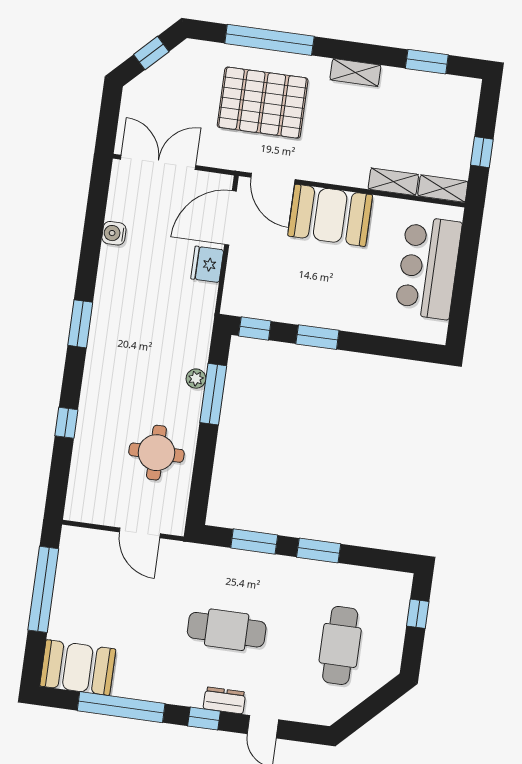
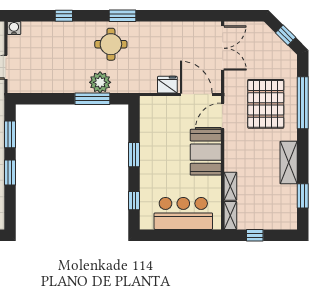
shelving: (355, 72) -> (289, 162), width x1.50, depth x1.33
water cooler: (114, 233) -> (14, 28), moved
window: (255, 328) -> (134, 201), moved
plant: (196, 379) -> (100, 82), width x1.88, depth x1.88
round table: (156, 453) -> (111, 44), moved

